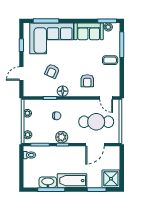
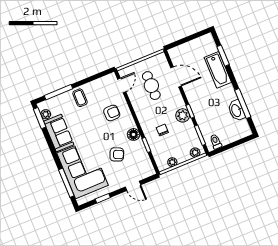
cafe table: (96, 122) -> (151, 86), width x0.73, depth x0.74
shower: (111, 179) -> (205, 45), removed
bathtub: (72, 181) -> (218, 70), moved

